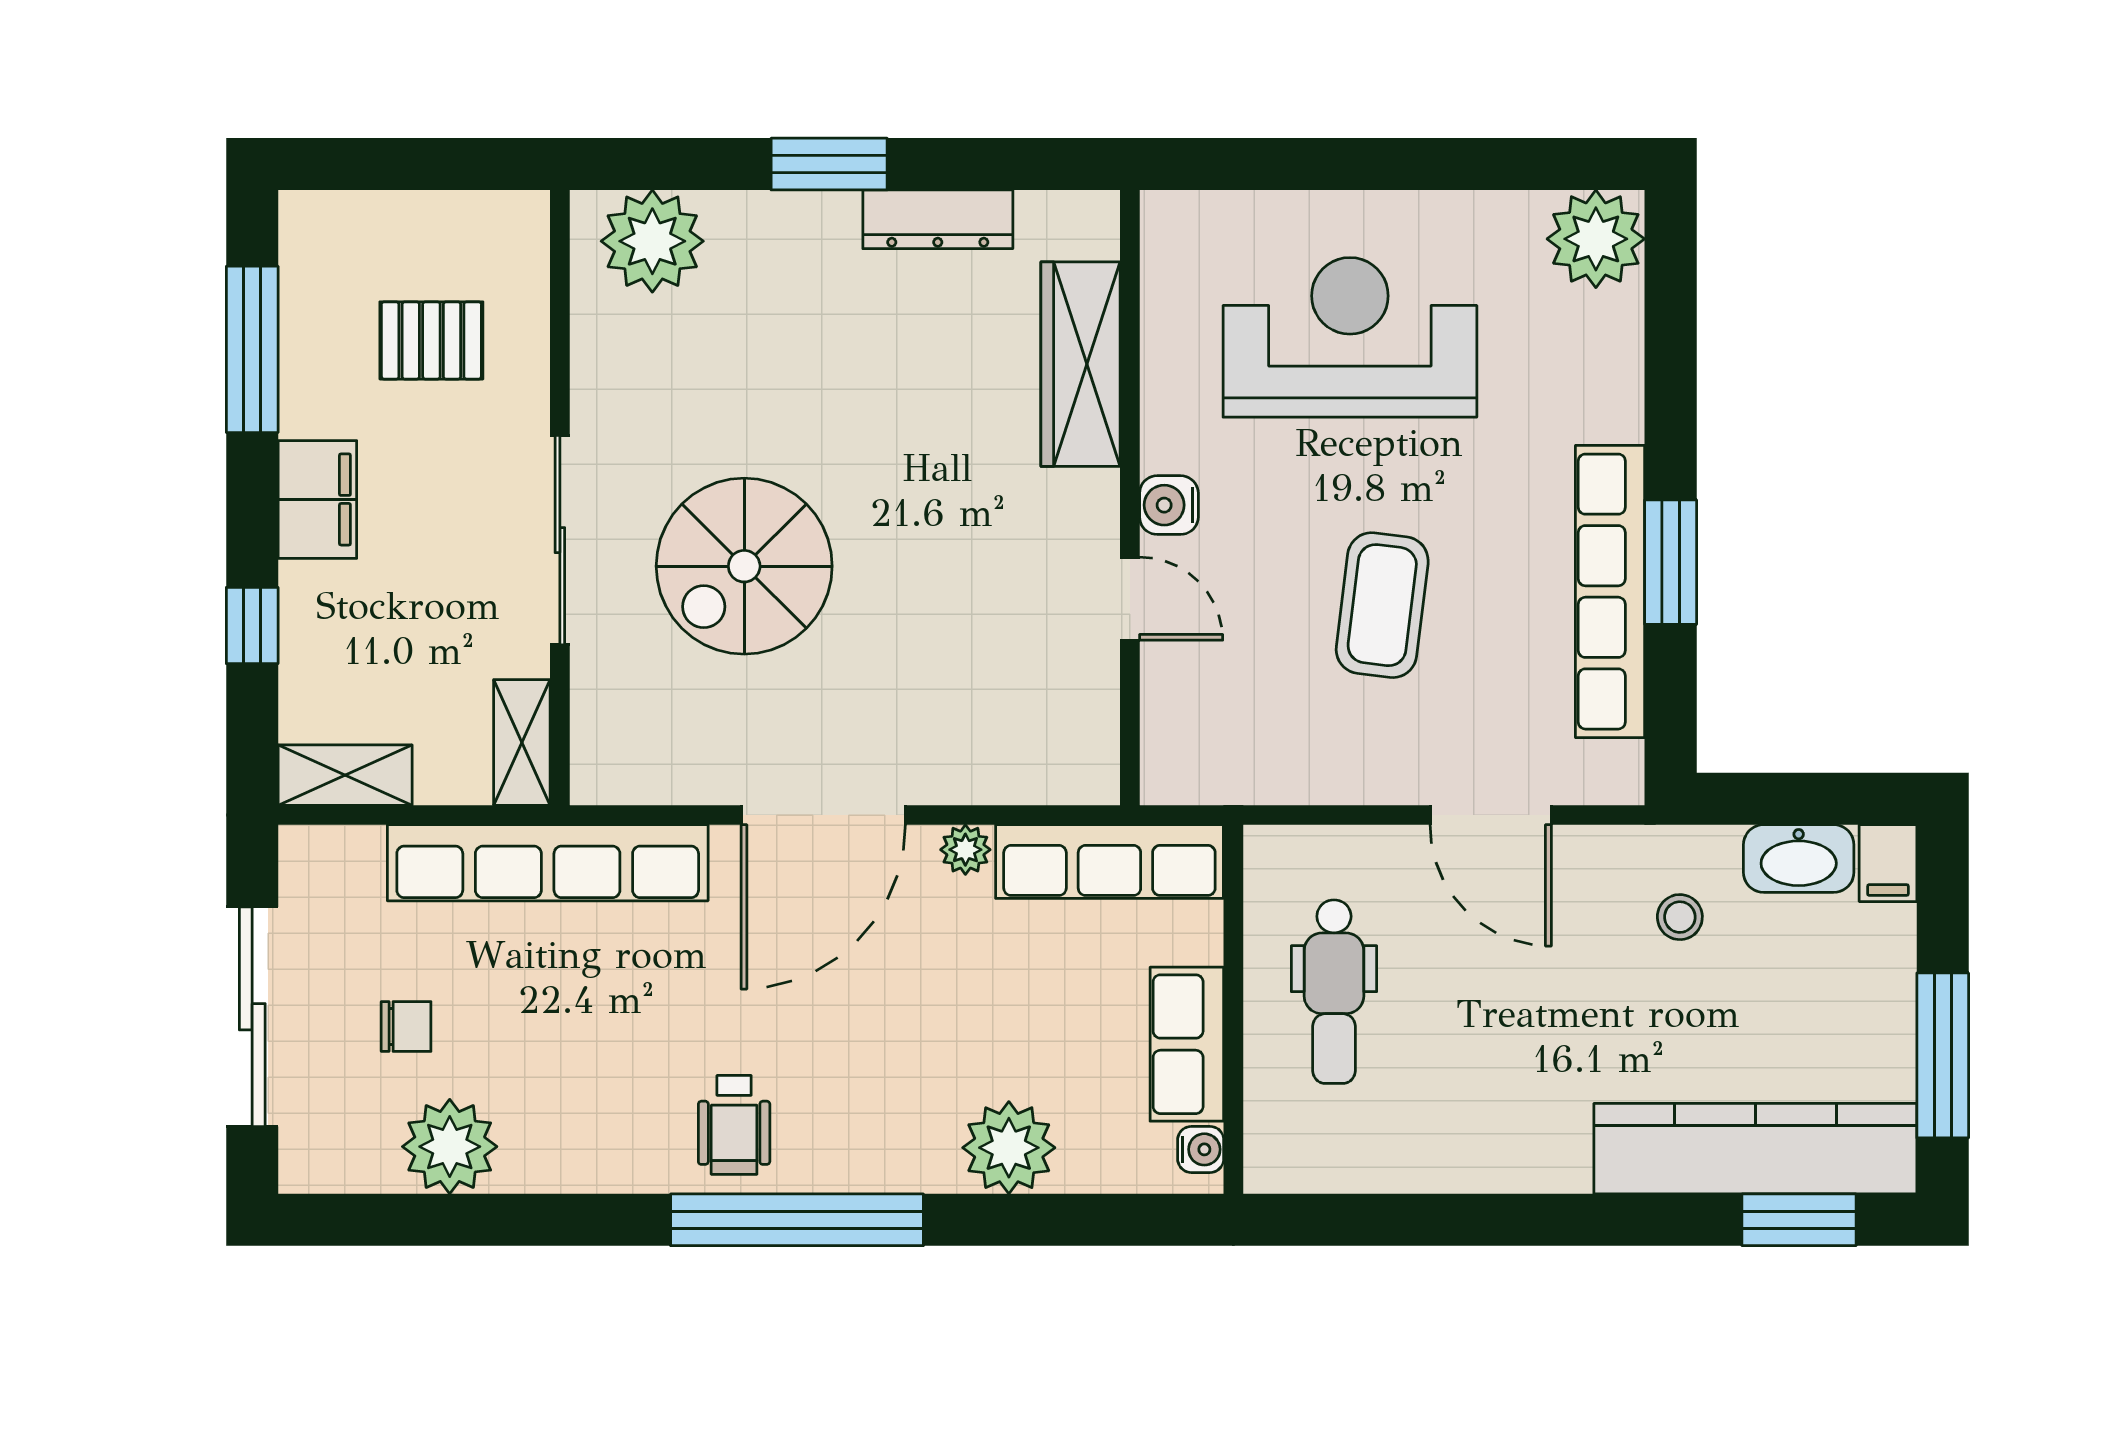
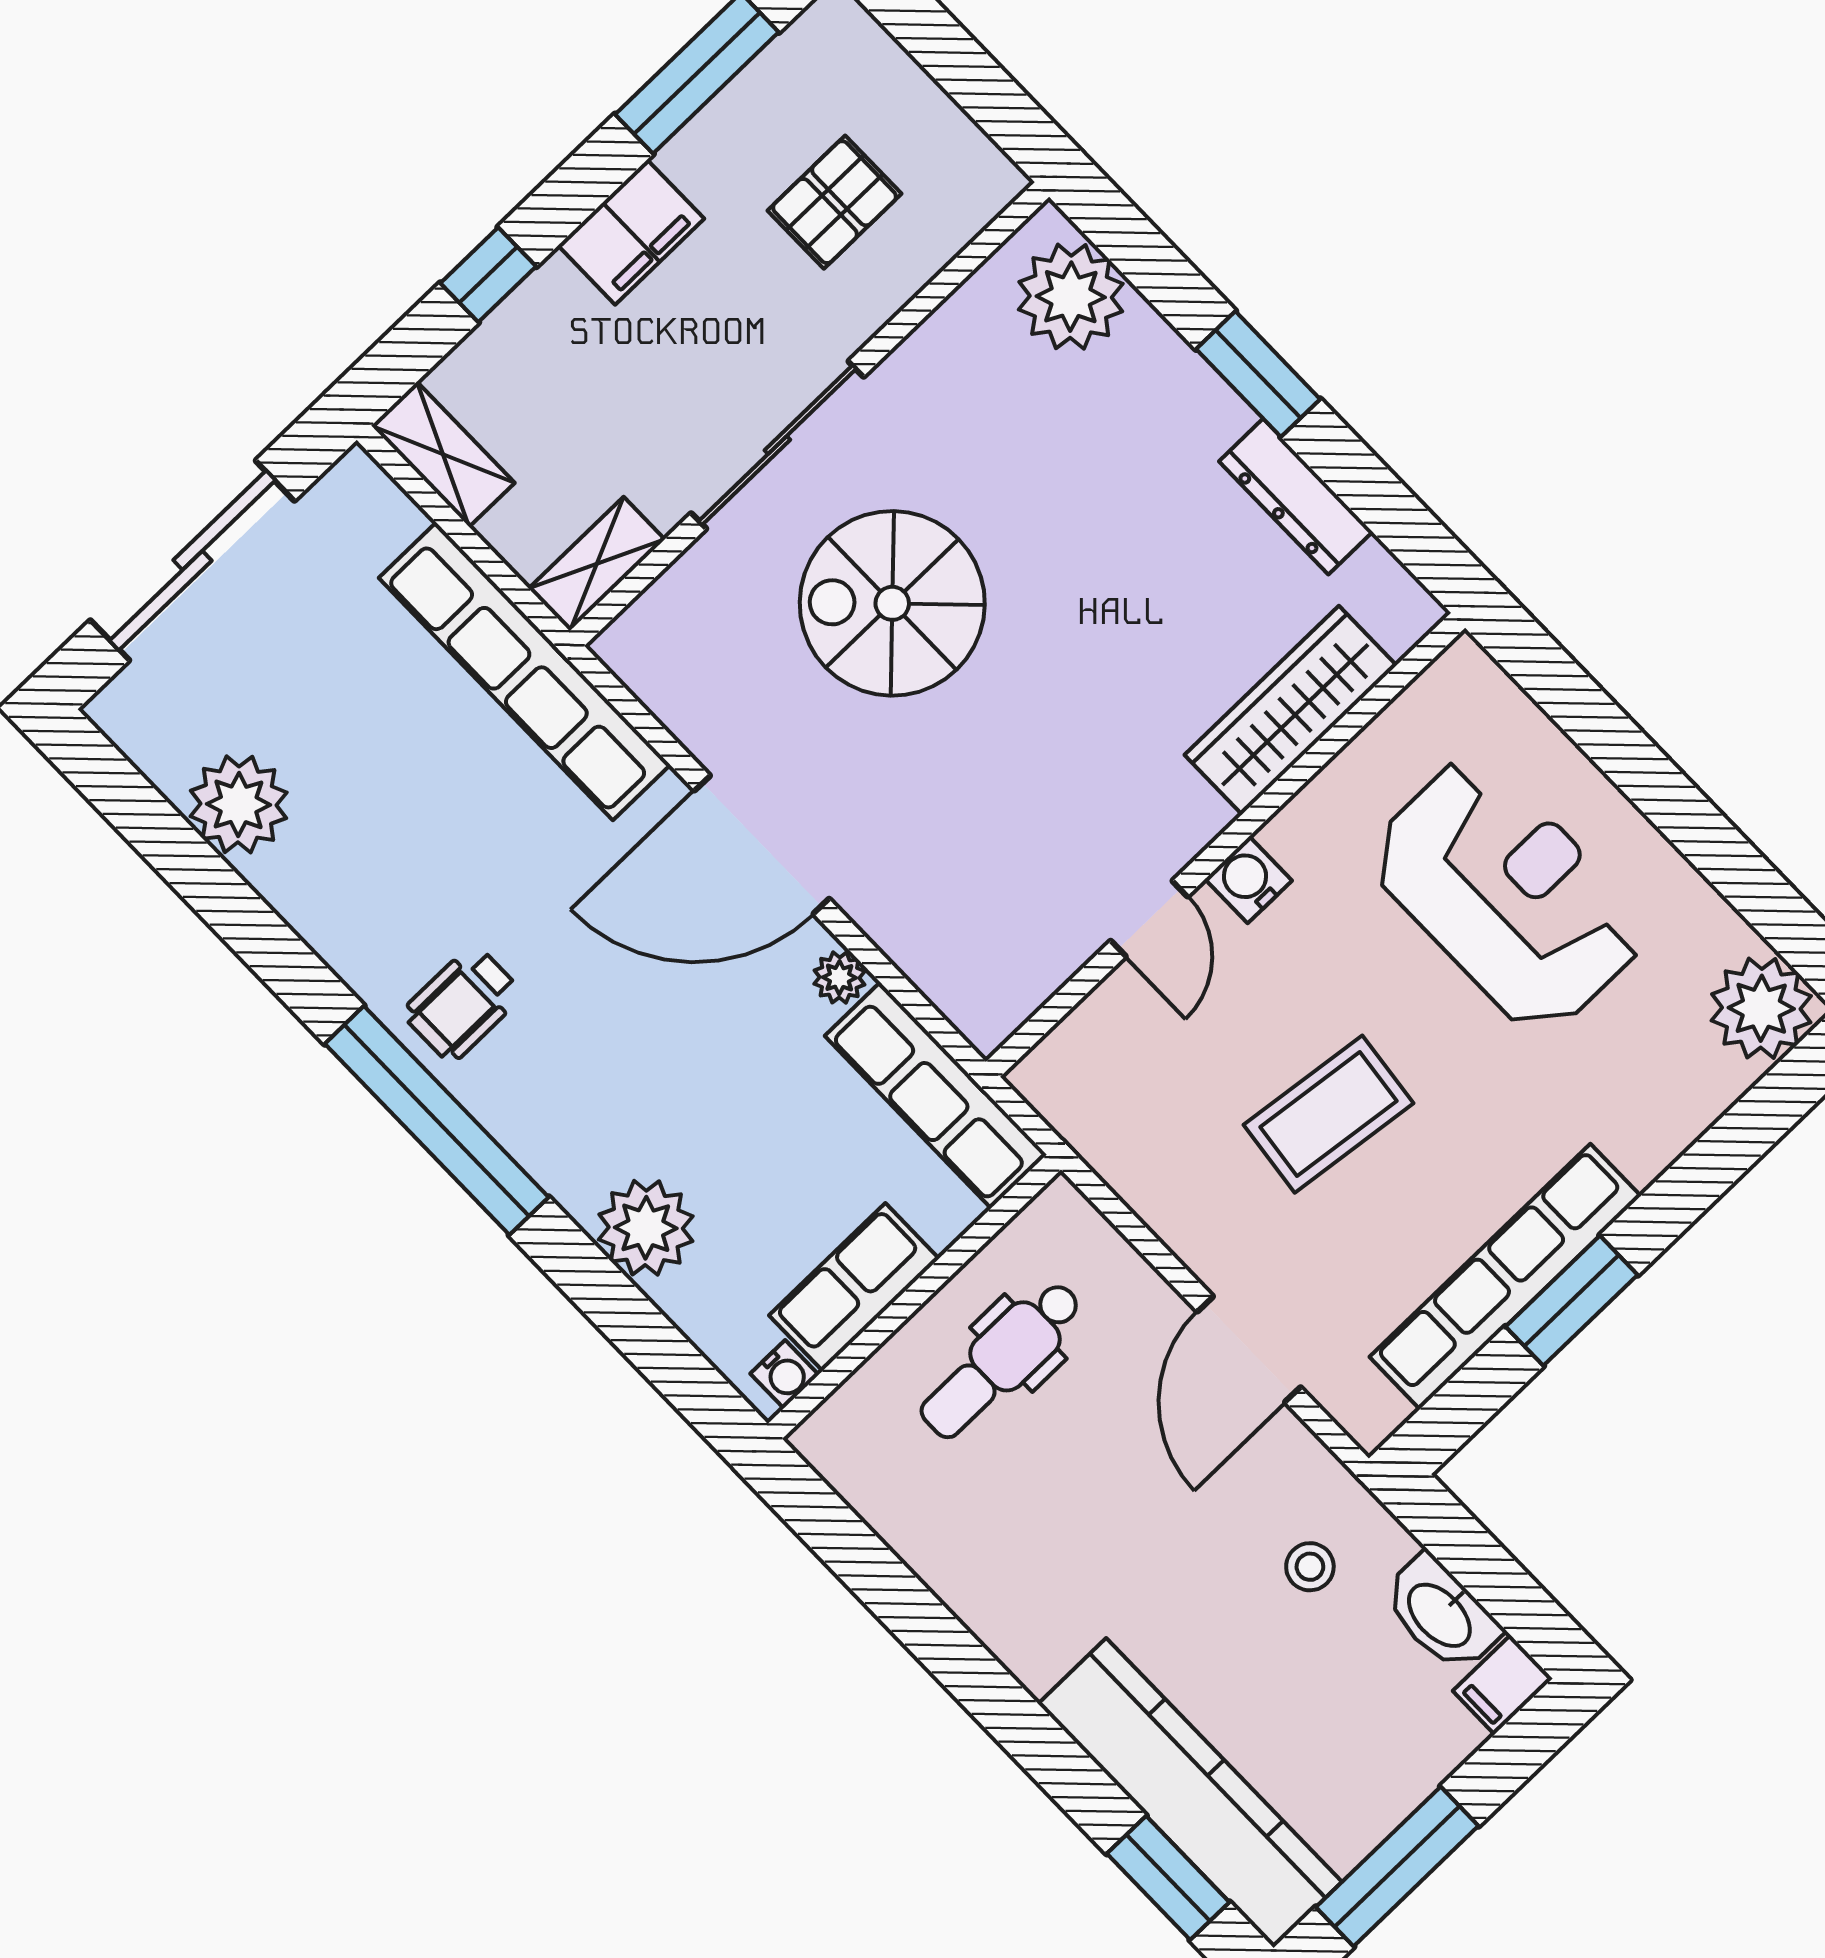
pallet: (431, 340) -> (834, 202), turned 90
chair: (406, 1027) -> (297, 684), removed

